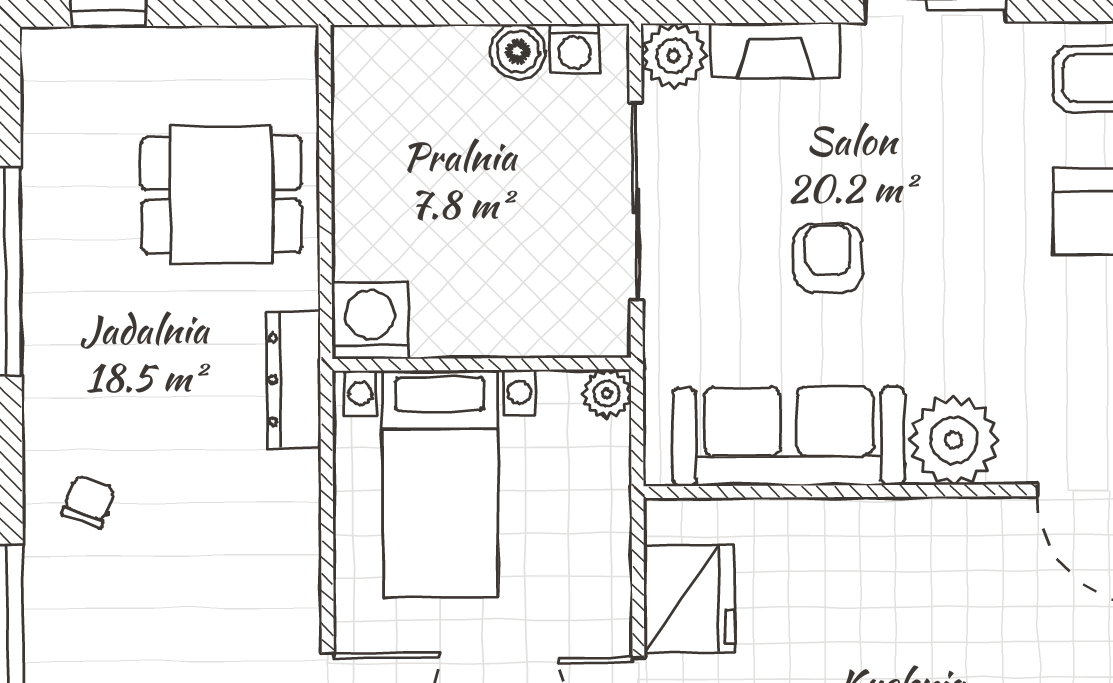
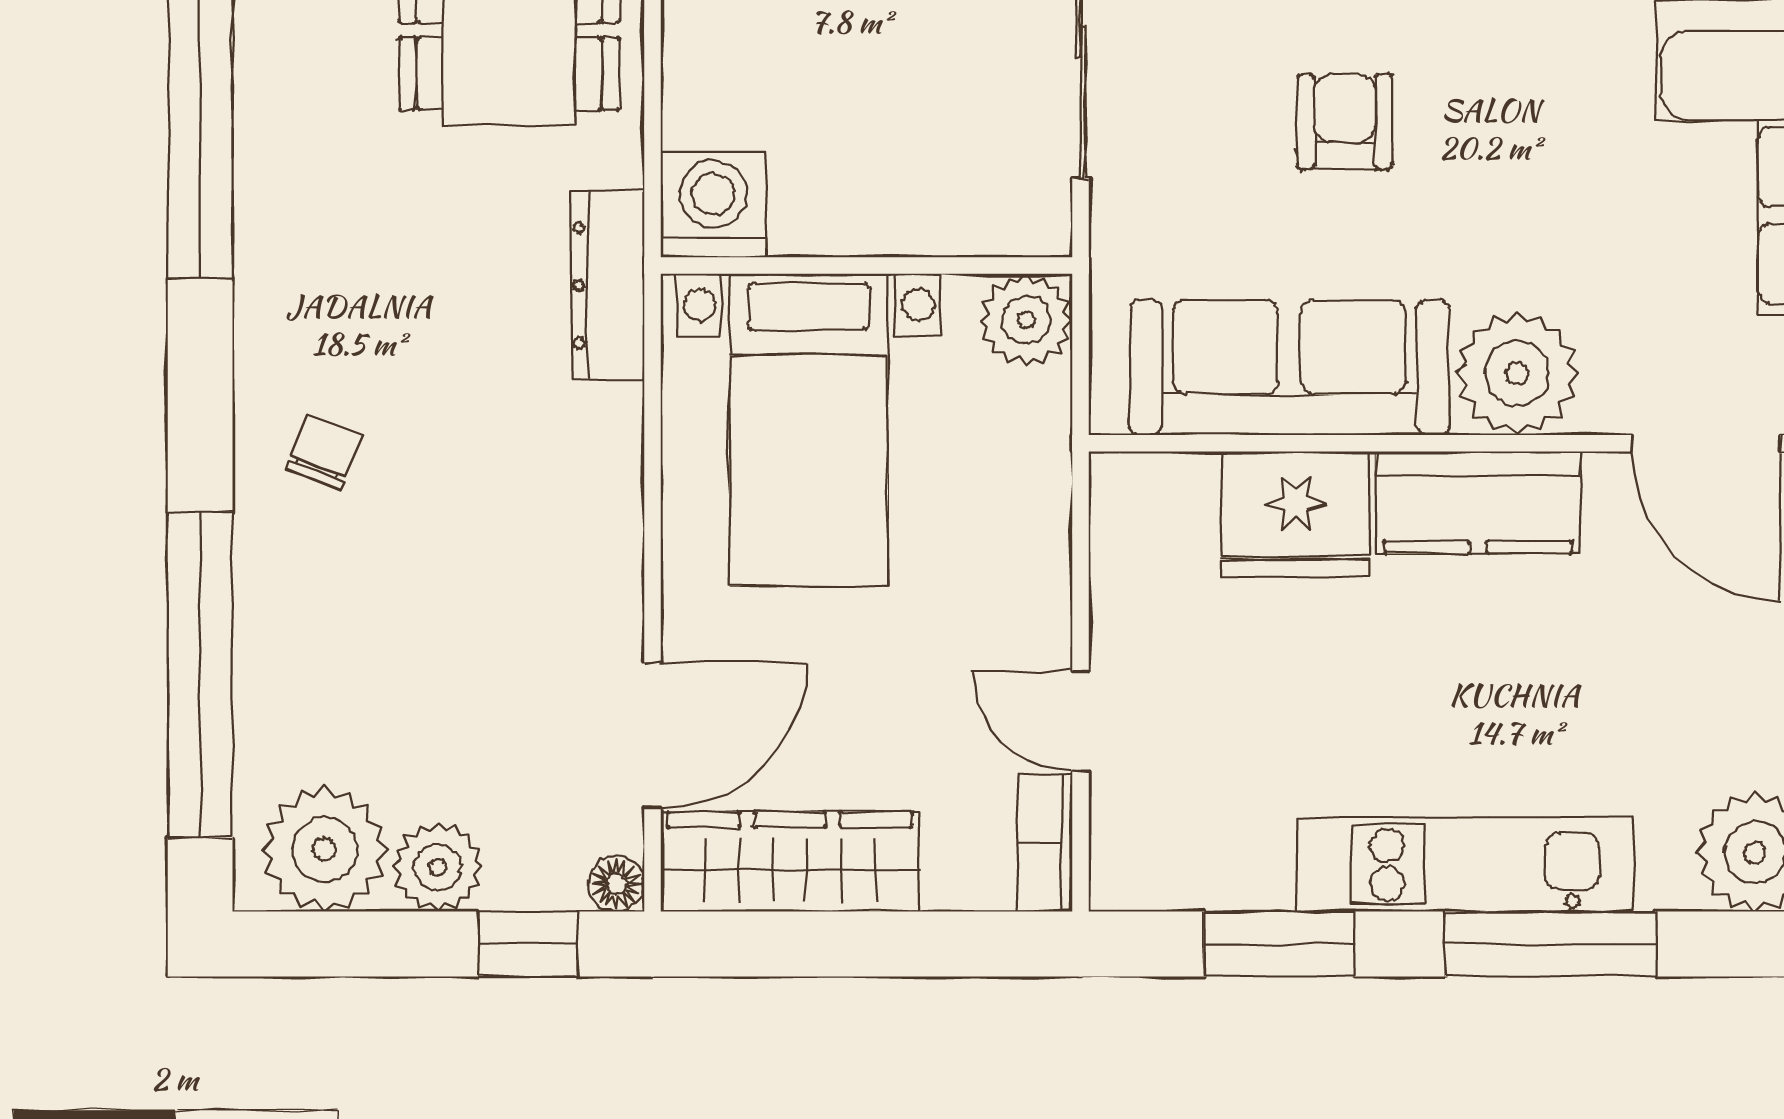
plant: (607, 394) -> (1026, 320), width x1.38, depth x1.38
kitchen counter: (926, 534) -> (1478, 502), added
fridge: (689, 599) -> (1296, 514), moved, turned 90

